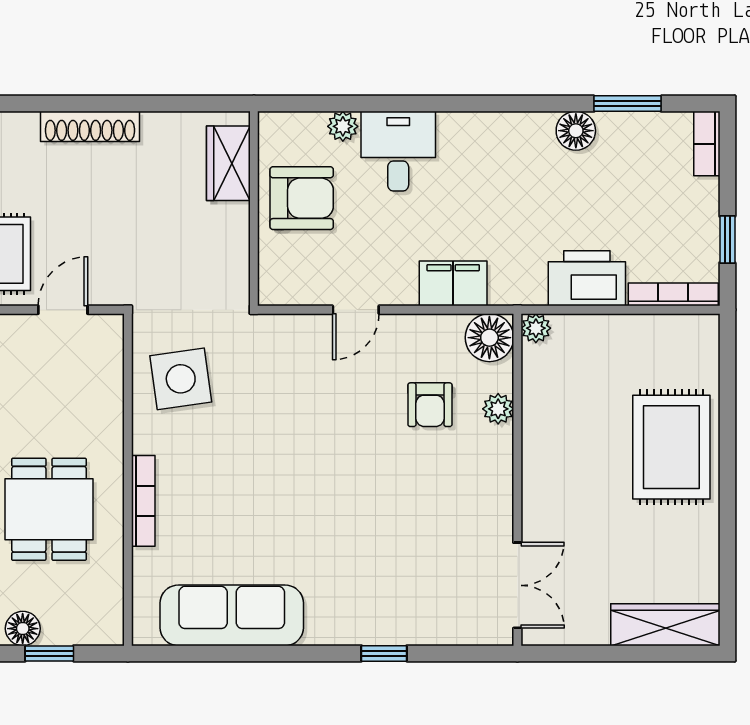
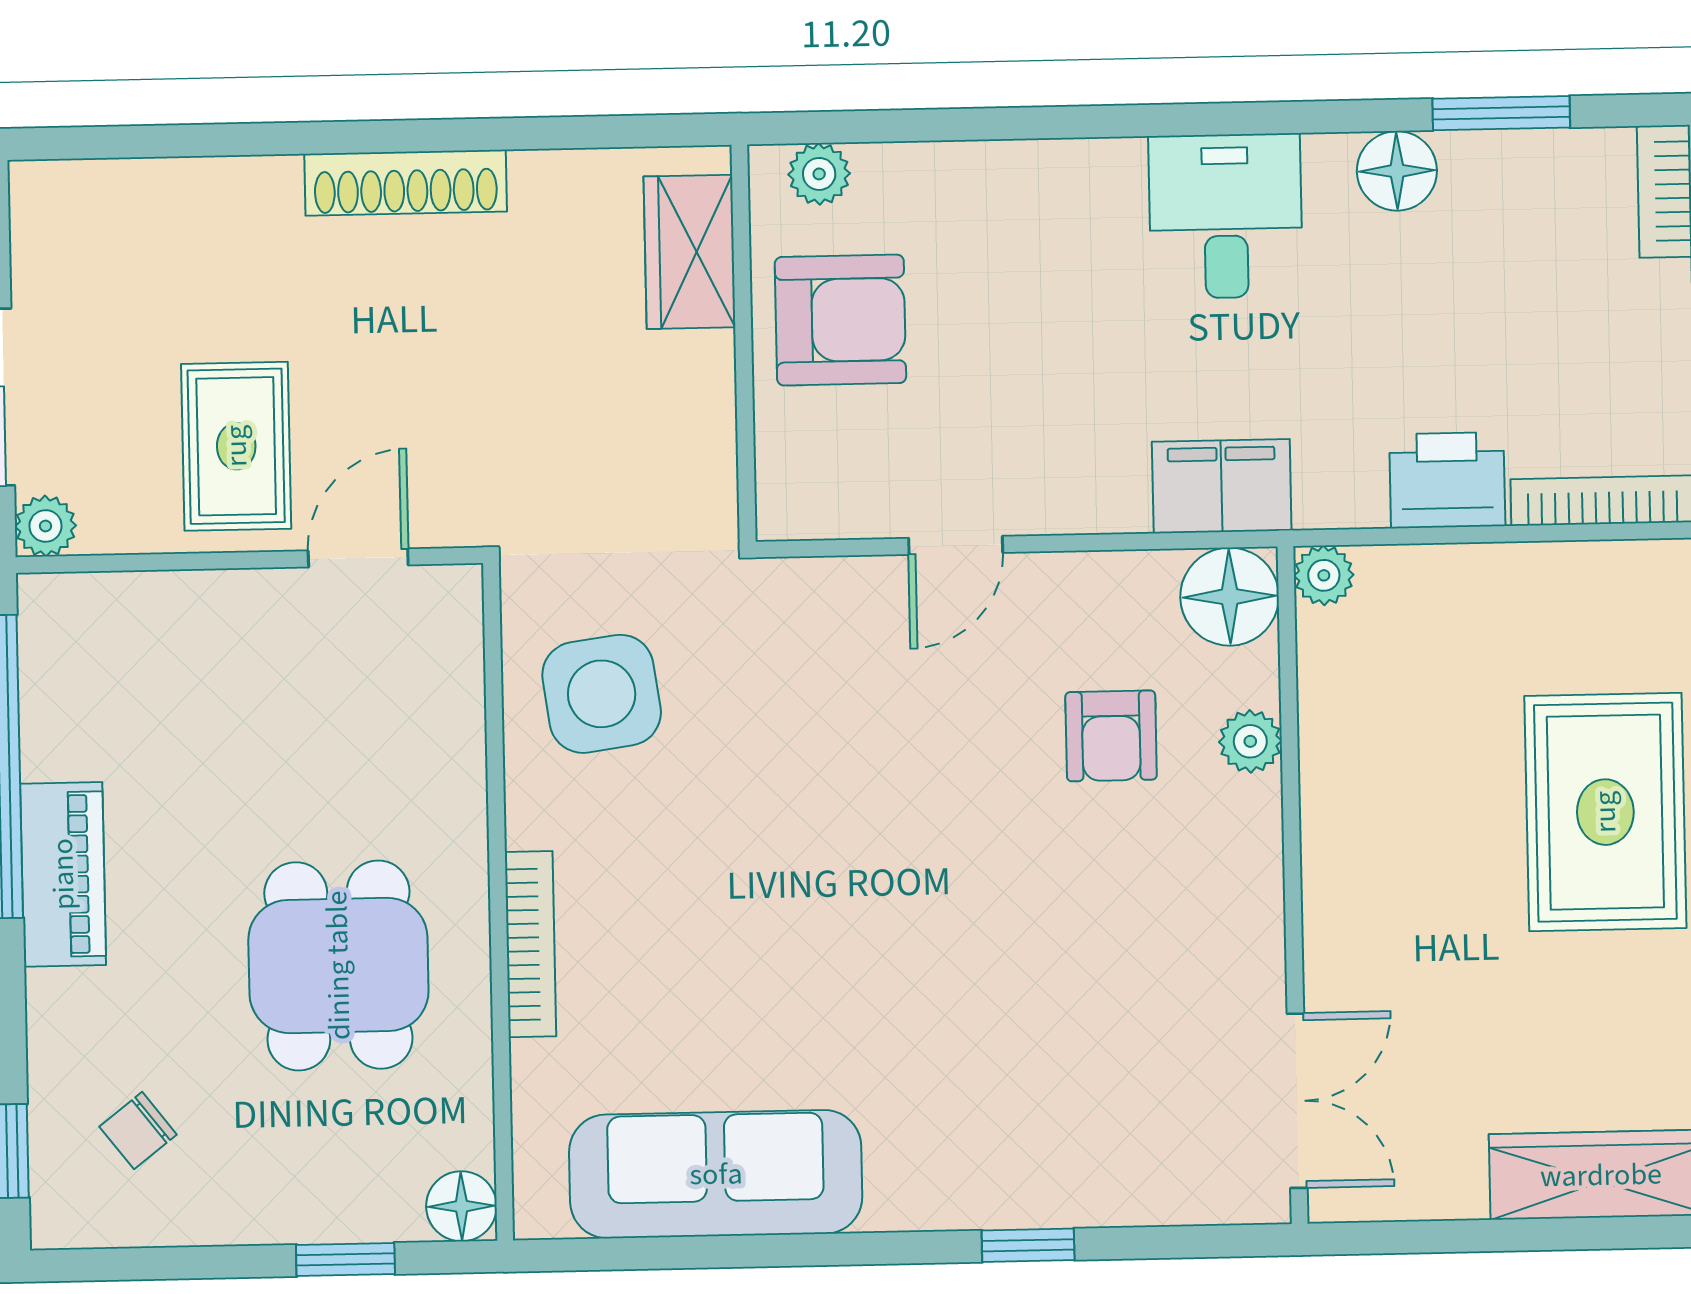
plant: (343, 126) -> (819, 174), moved
desk: (398, 151) -> (1226, 216), moved
printer: (587, 278) -> (1447, 480), width x0.73, depth x0.84
filing cabinet: (453, 283) -> (1222, 486), moved
floor lamp: (23, 629) -> (461, 1206), moved

